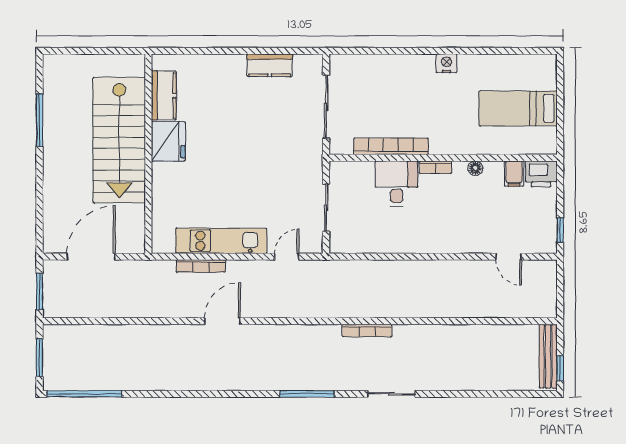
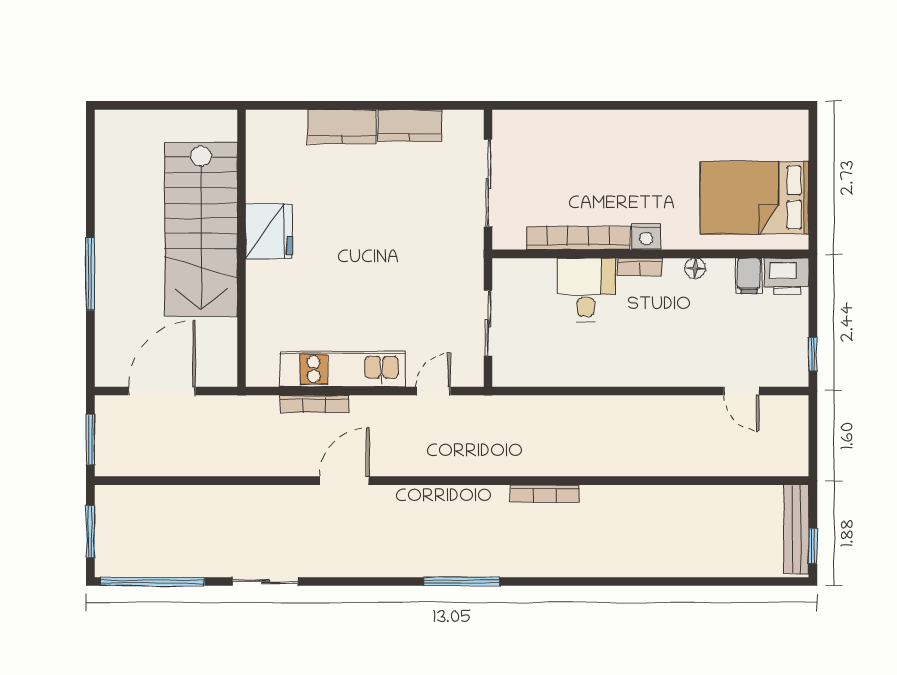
nightstand: (446, 63) -> (646, 236), moved, turned 180
kitchen counter: (164, 95) -> (342, 127), moved, turned 90
bed: (518, 108) -> (755, 198), width x1.50
window: (39, 120) -> (90, 274), moved
sliding door: (392, 394) -> (265, 581), moved

